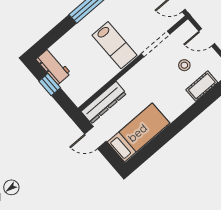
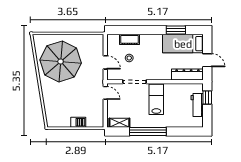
workbench: (53, 66) -> (197, 105), moved
window: (50, 85) -> (207, 98), moved
window: (159, 141) -> (176, 30), added

